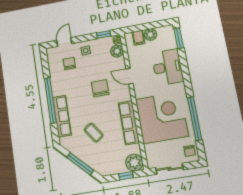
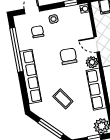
plant: (117, 51) -> (92, 62), moved
window: (50, 100) -> (16, 50), moved
row of seats: (62, 116) -> (31, 77), width x1.36

